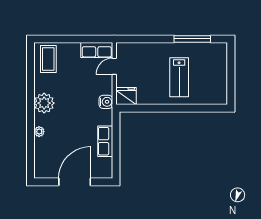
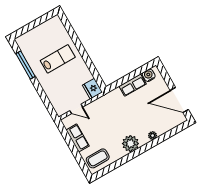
row of seats: (97, 50) -> (78, 138), moved
water cooler: (106, 102) -> (149, 75), moved
door: (75, 182) -> (179, 100), moved

